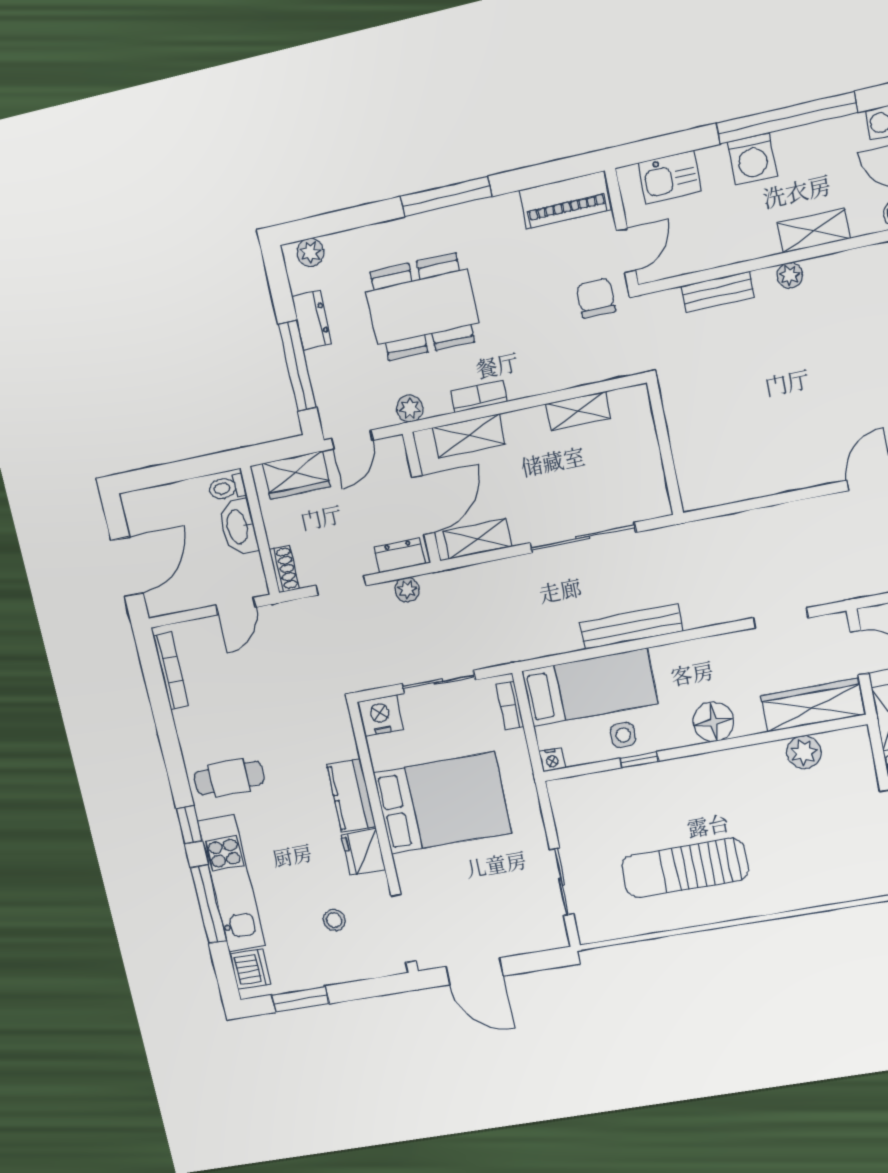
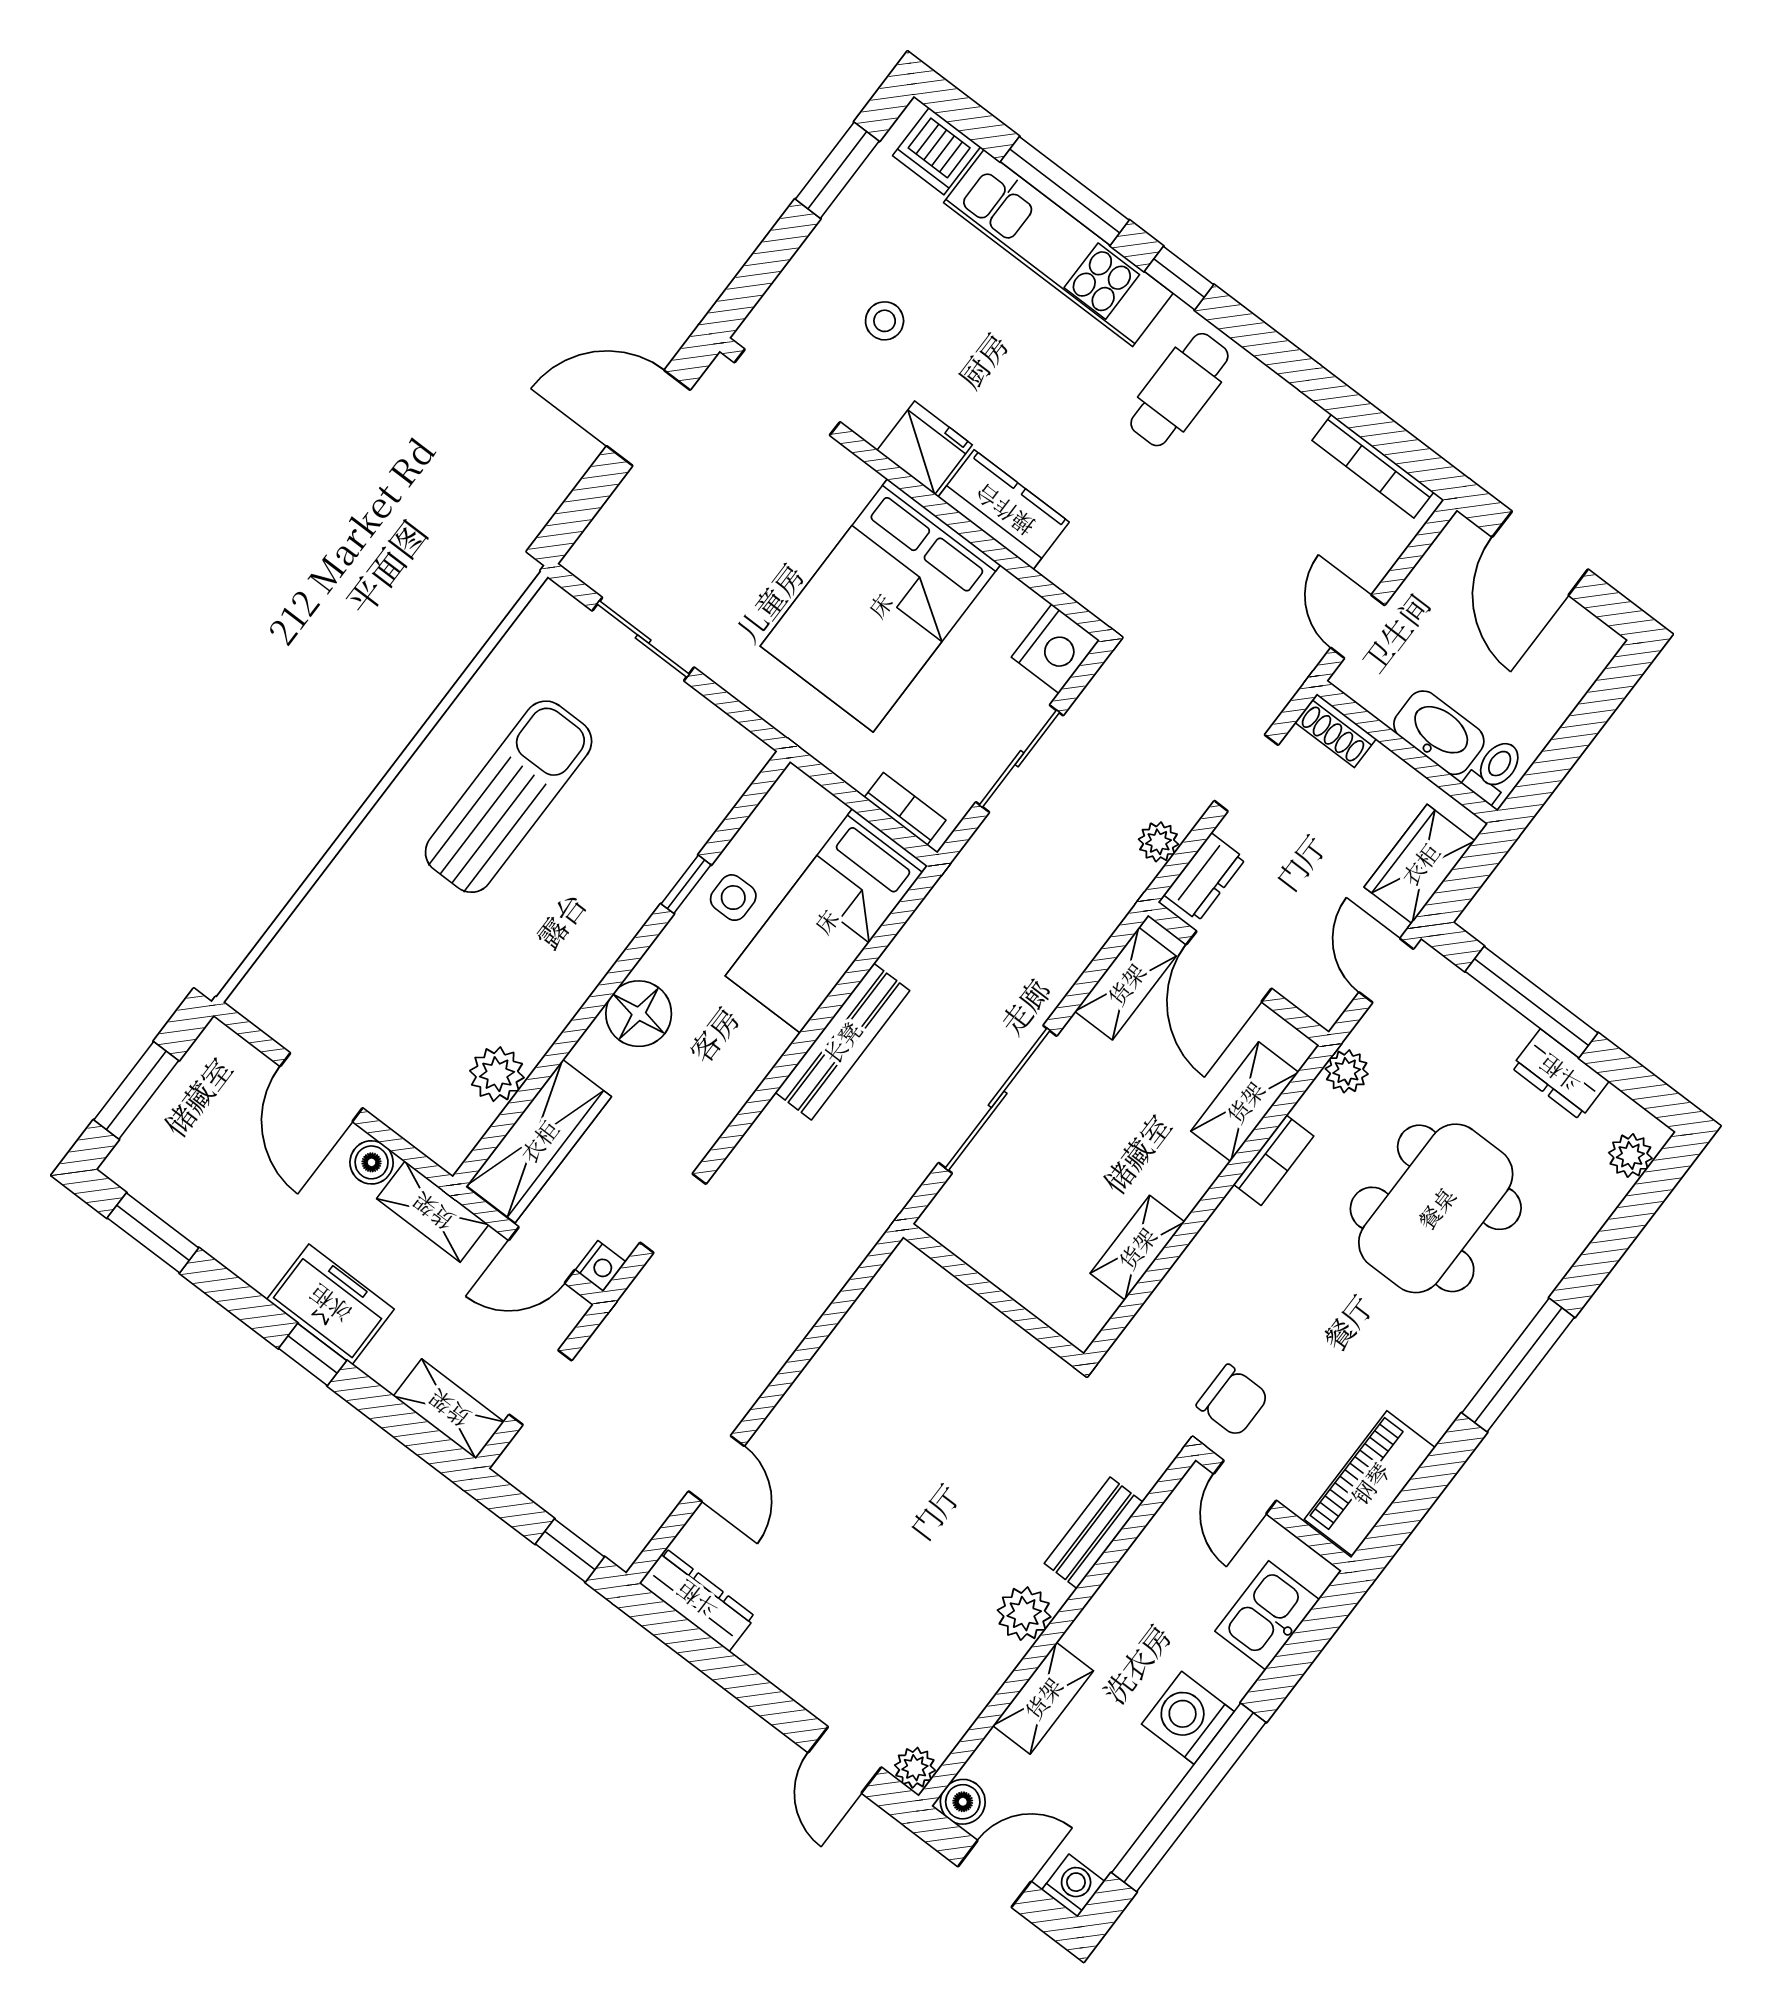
plant: (790, 275) -> (1024, 1614), width x1.38, depth x1.38
nightstand: (552, 760) -> (601, 1266), moved, turned 180

